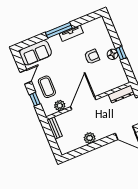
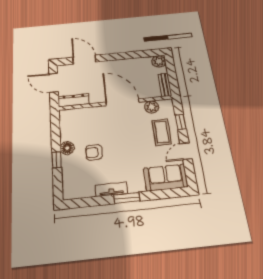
window: (59, 30) -> (127, 198), width x0.69
window: (121, 53) -> (57, 160), moved
door: (83, 103) -> (122, 102), swing flipped
plant: (90, 138) -> (159, 61), moved

